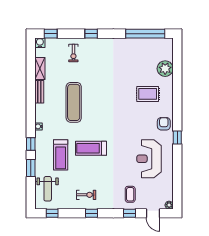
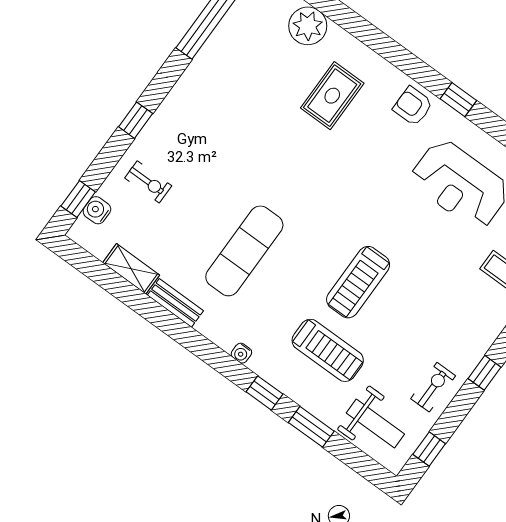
water cooler: (40, 43) -> (97, 210), moved
exercise mat: (74, 102) -> (244, 251), turned 90
exercise bike: (86, 195) -> (433, 387), moved

